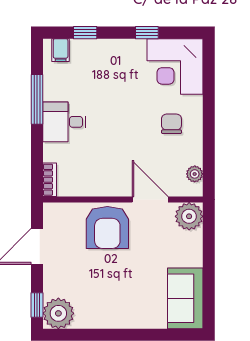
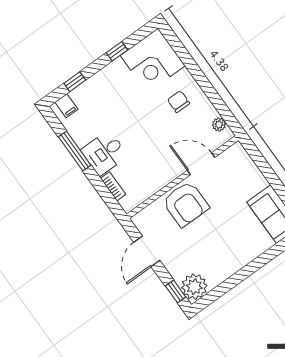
bookcase: (50, 180) -> (113, 186), moved
plant: (189, 216) -> (236, 156), removed

